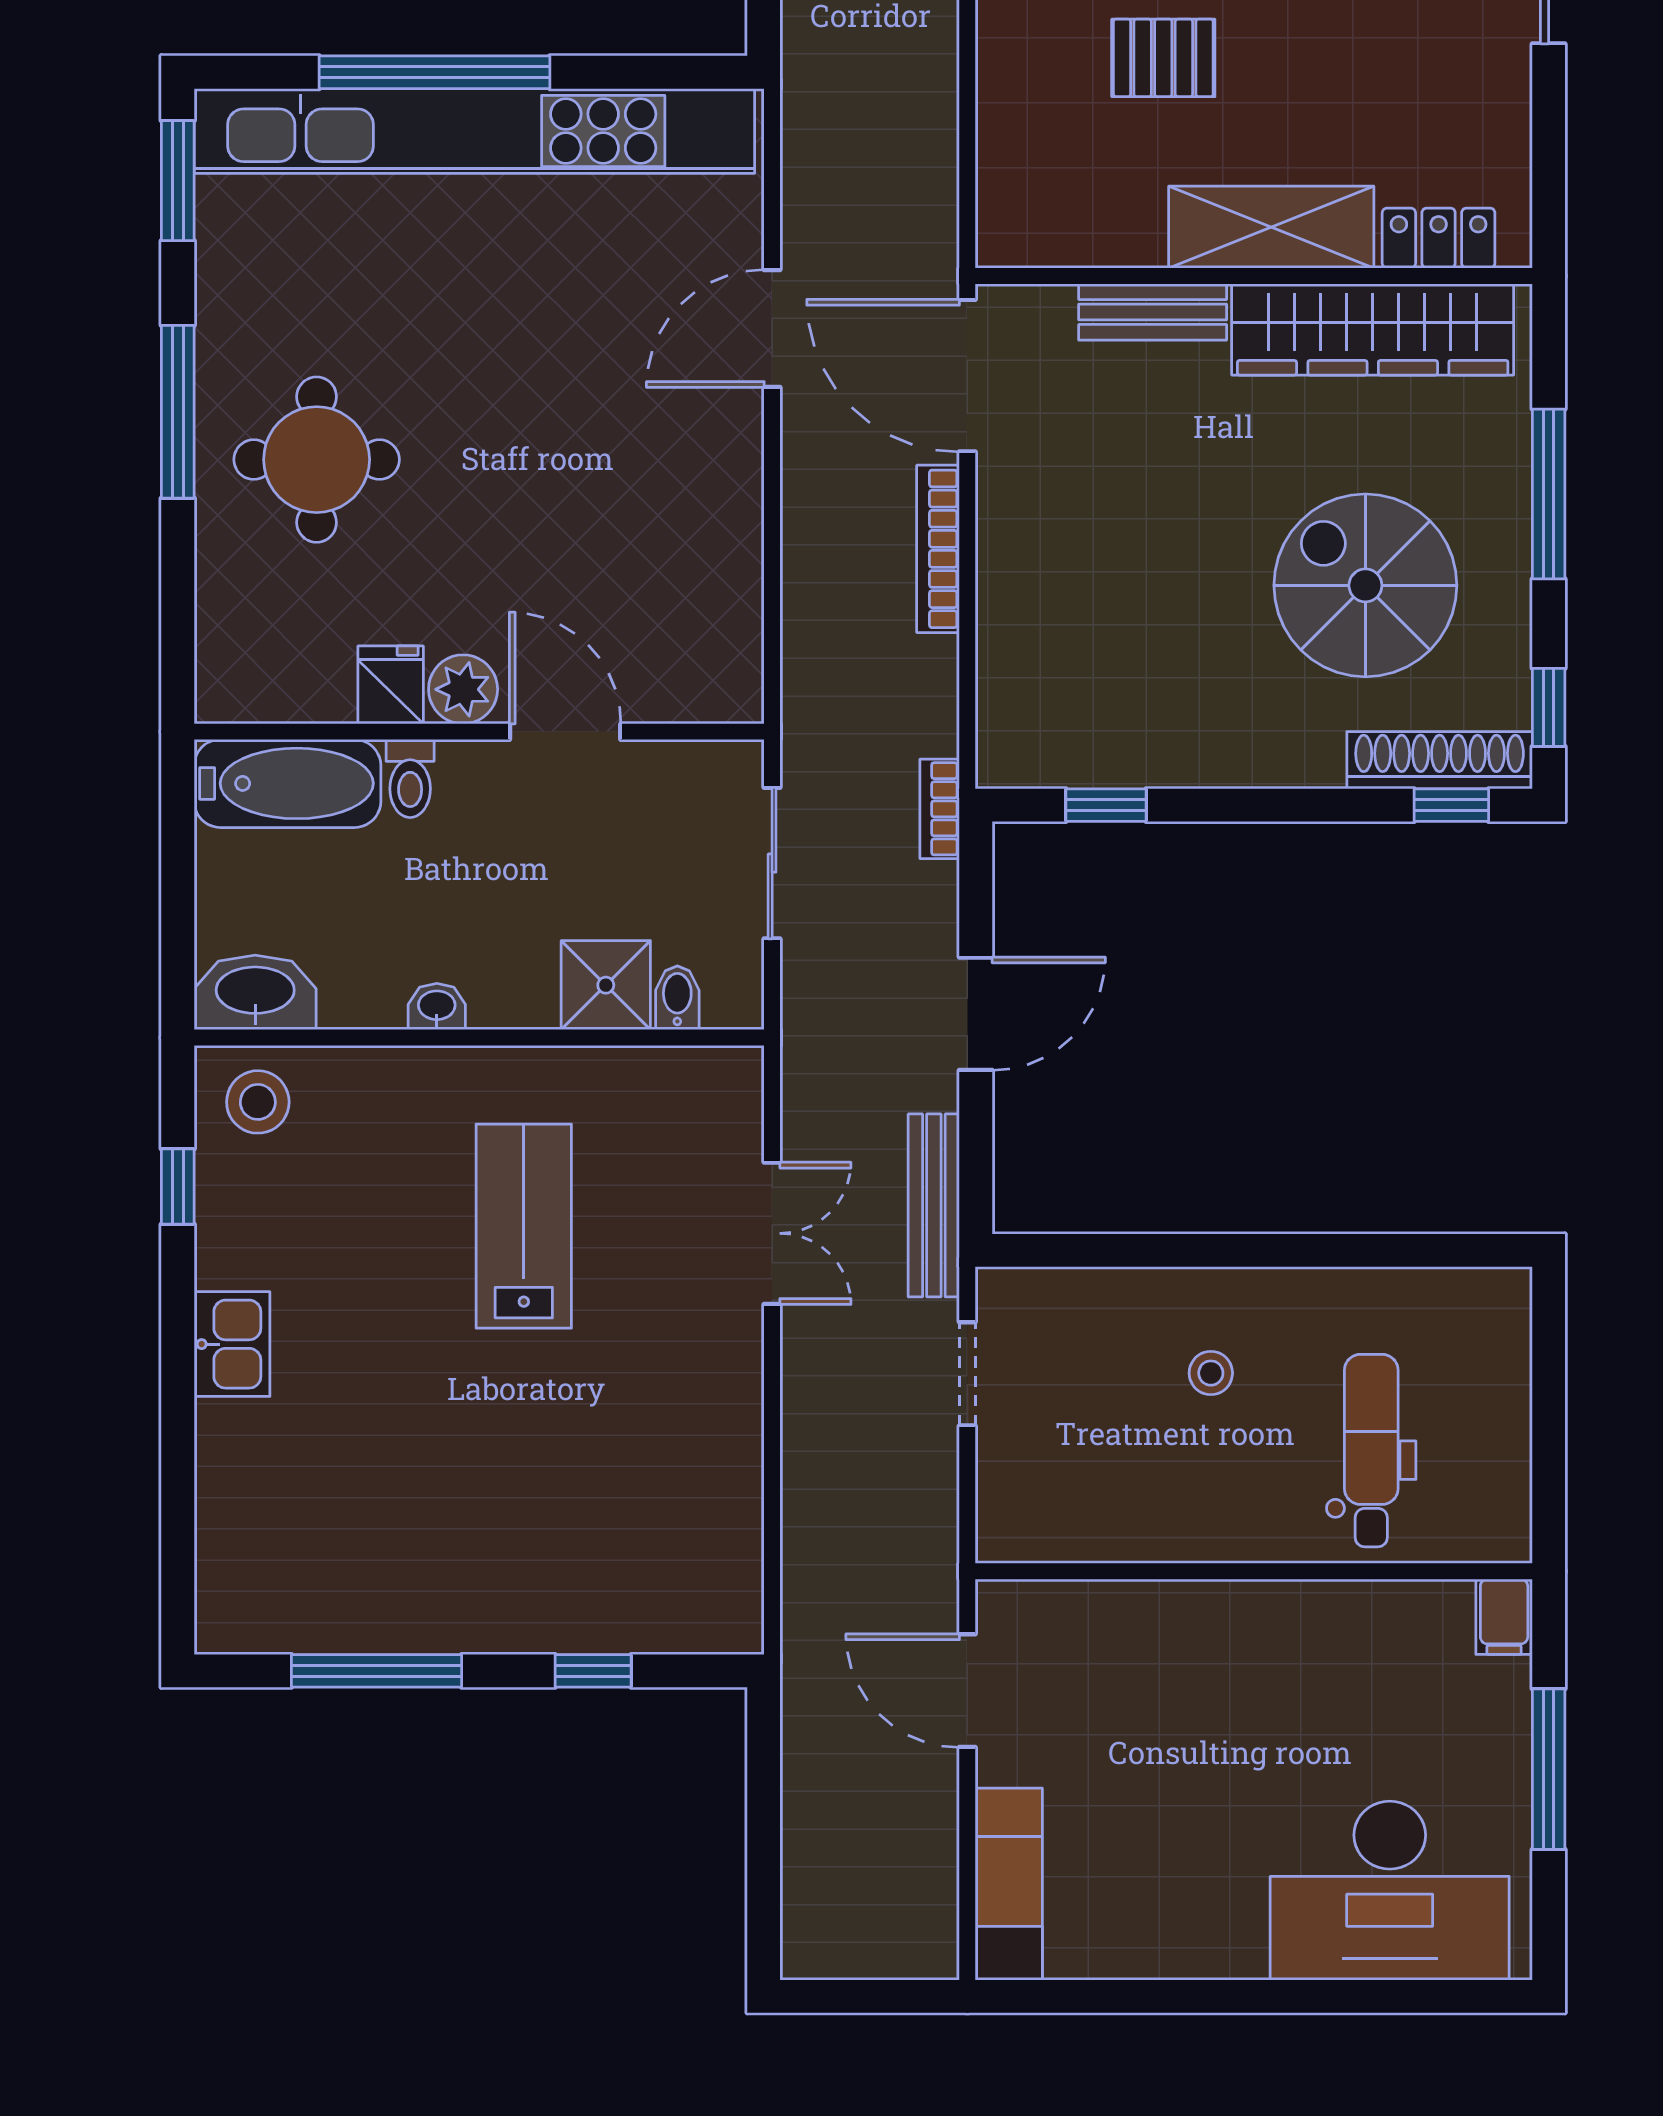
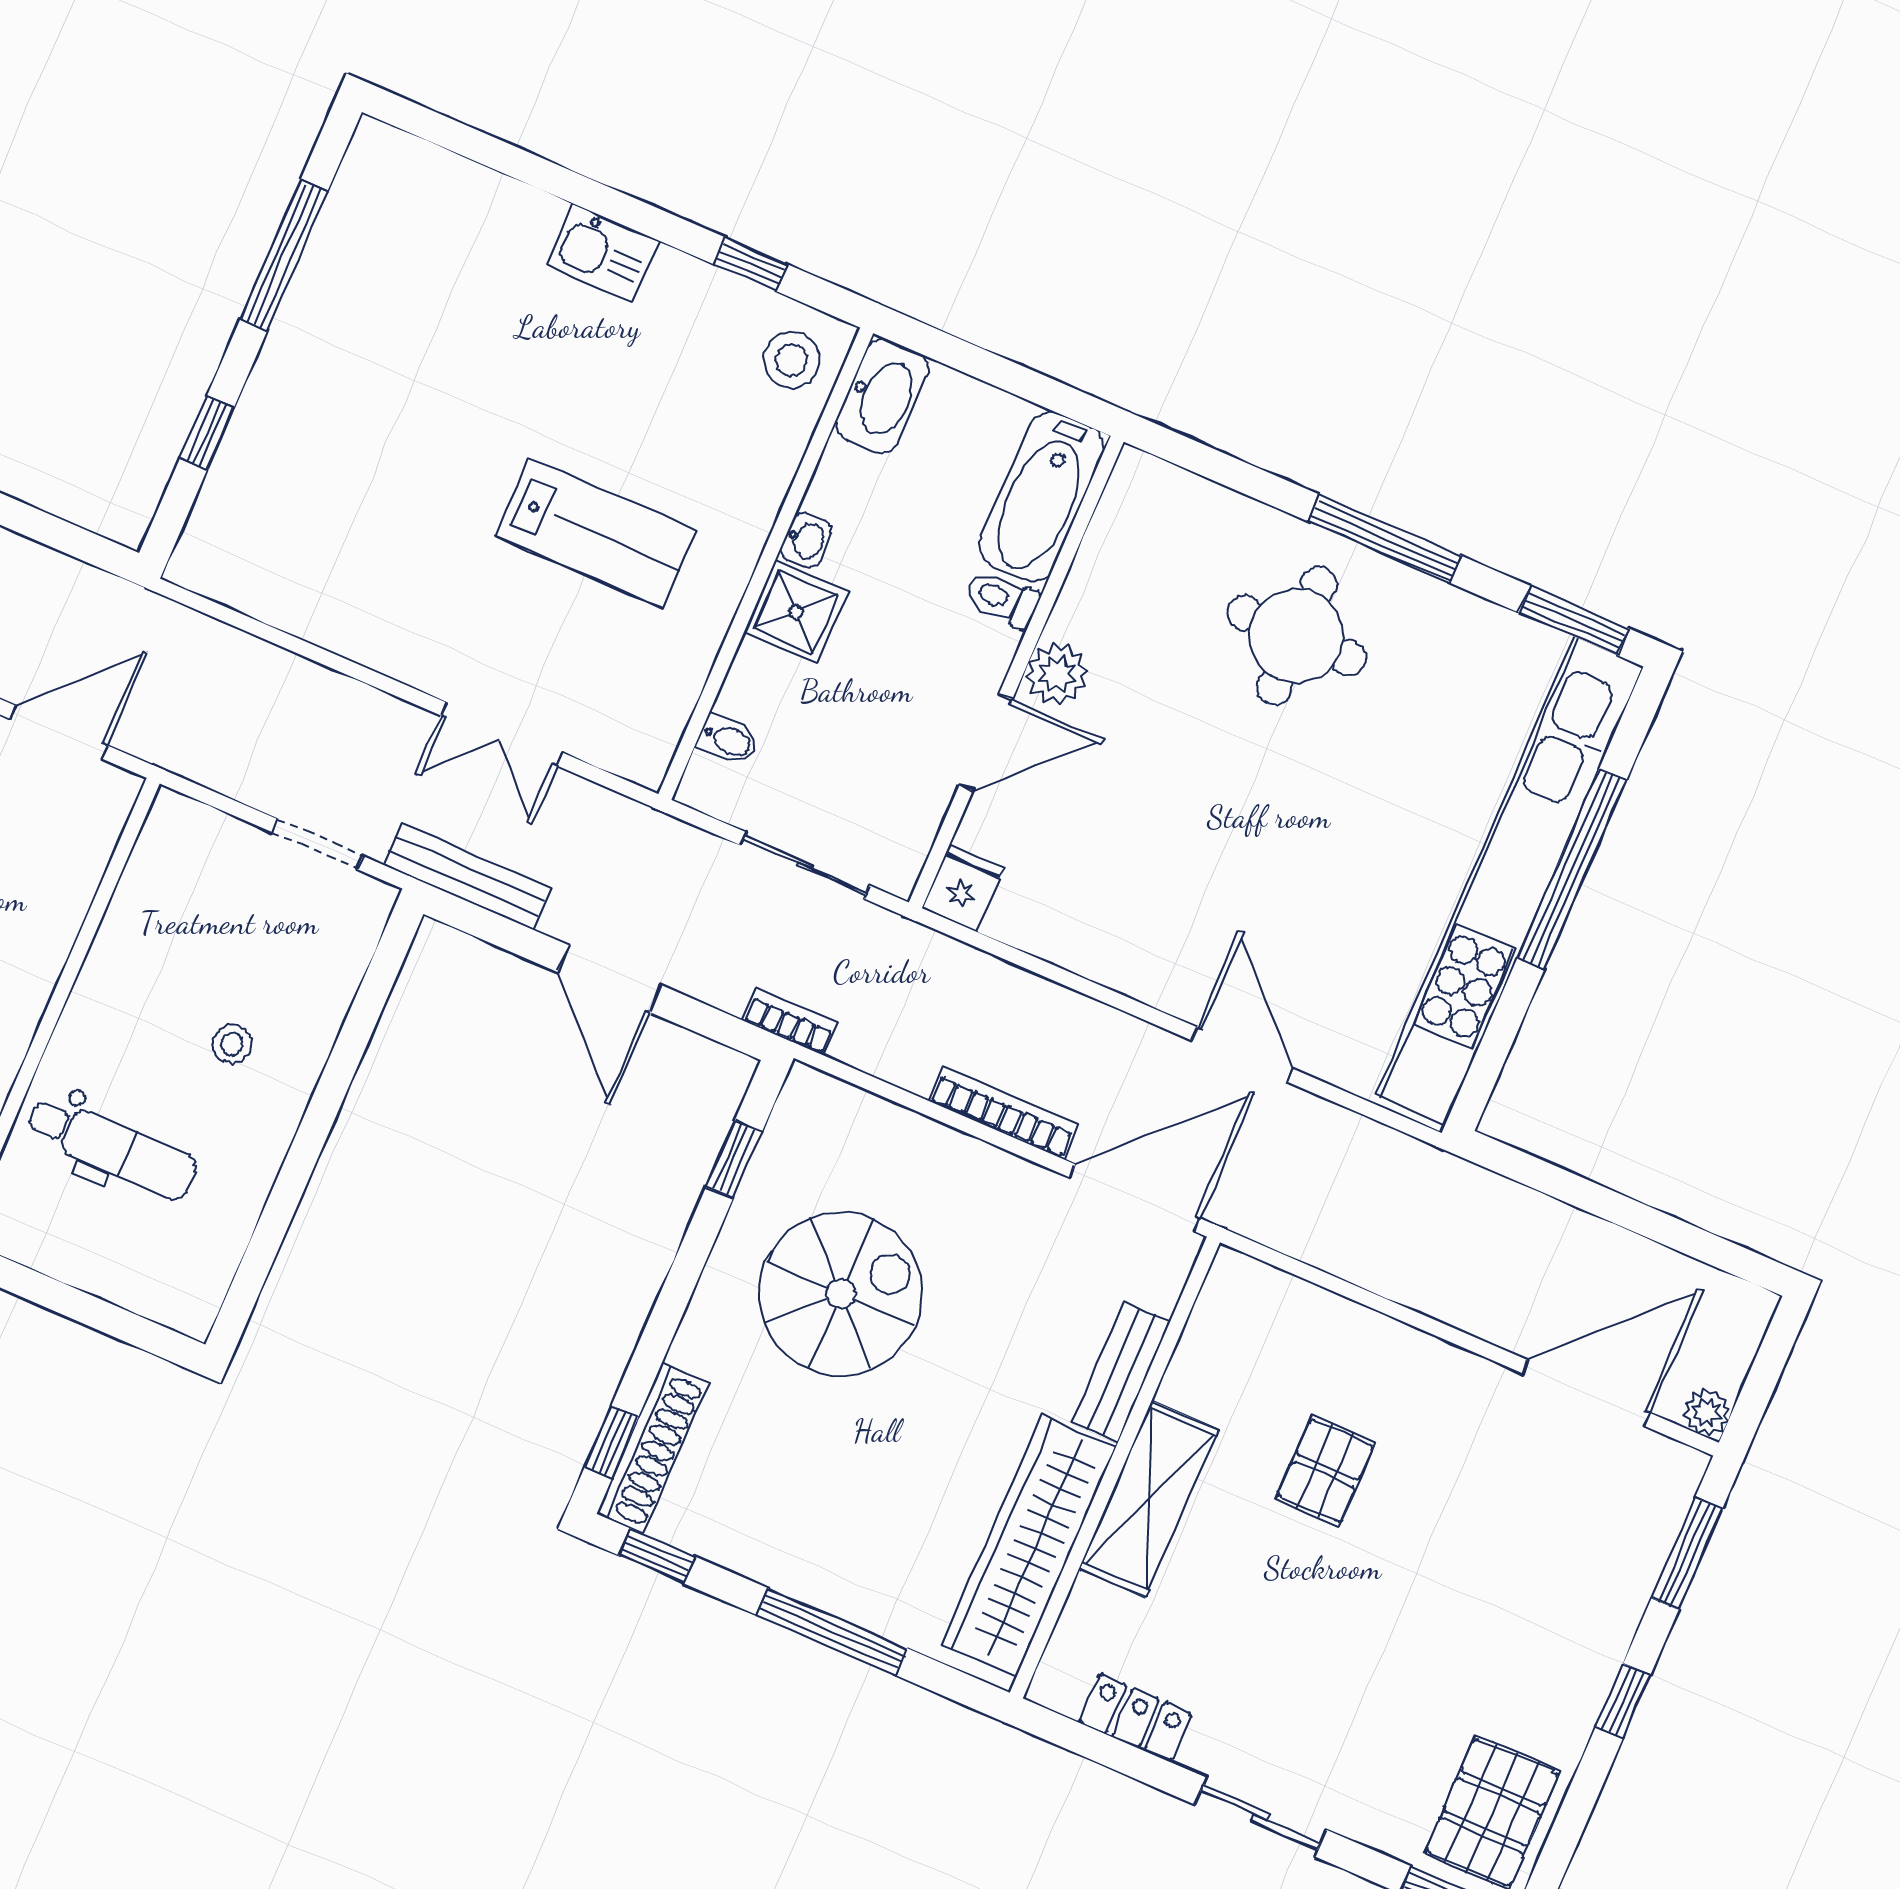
locker: (1439, 238) -> (1135, 1718), moved, turned -90
spiral stairs: (1365, 585) -> (841, 1294), moved
fridge: (391, 685) -> (964, 888), moved, turned -90
shower: (606, 985) -> (796, 612), moved

